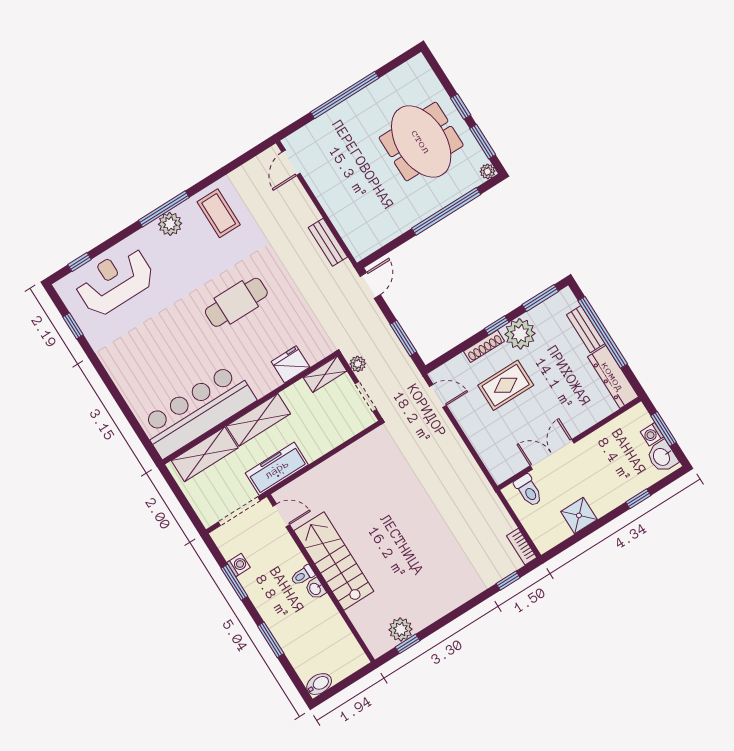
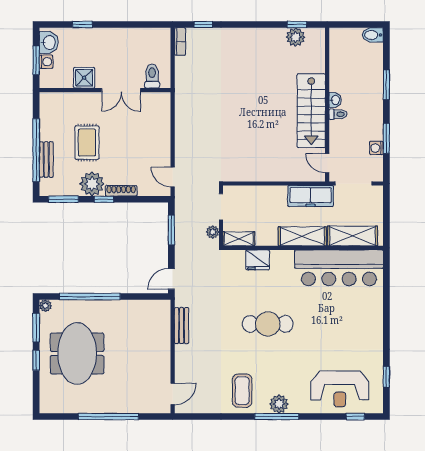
dresser: (613, 377) -> (48, 116), removed
rug: (506, 385) -> (87, 143), moved, turned 90
shower: (579, 515) -> (84, 78), moved

